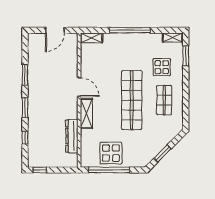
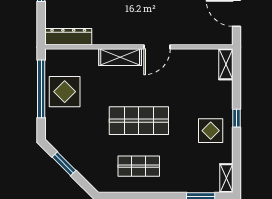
window: (130, 30) -> (236, 118), width x0.32
display table: (162, 67) -> (211, 131), moved
shop shelf: (132, 100) -> (139, 121), width x0.71
dresser: (72, 136) -> (68, 37), moved

